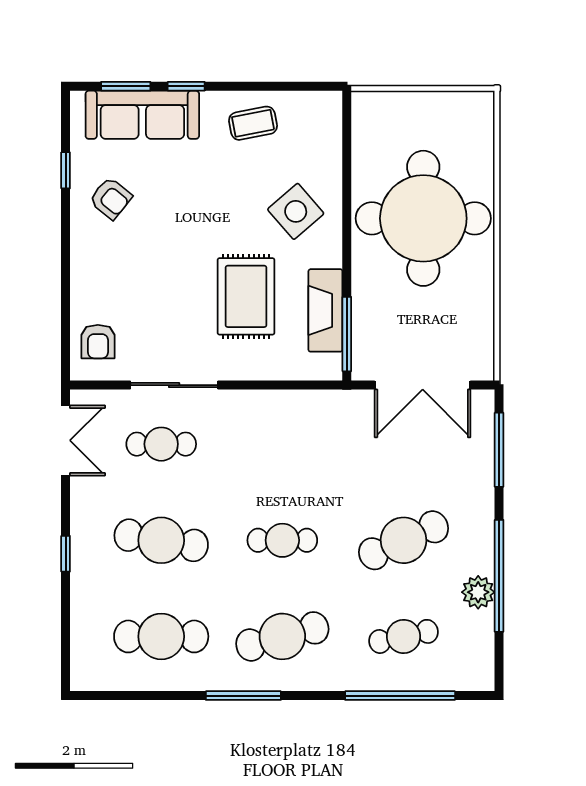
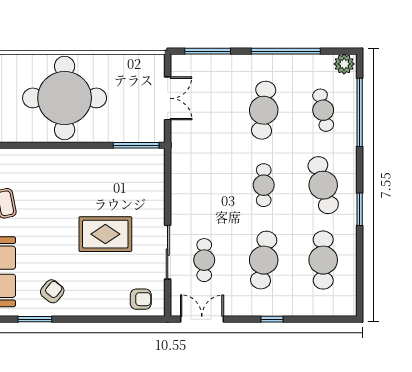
window: (66, 170) -> (35, 319), width x1.50
side table: (296, 211) -> (60, 177), removed
rug: (246, 296) -> (105, 234), moved
fireplace: (325, 310) -> (122, 158), removed
double door: (423, 385) -> (168, 98), width x0.73
cafe table: (403, 540) -> (264, 110), turned 30
plant: (478, 592) -> (344, 64), moved
window: (243, 696) -> (360, 209), width x0.69

